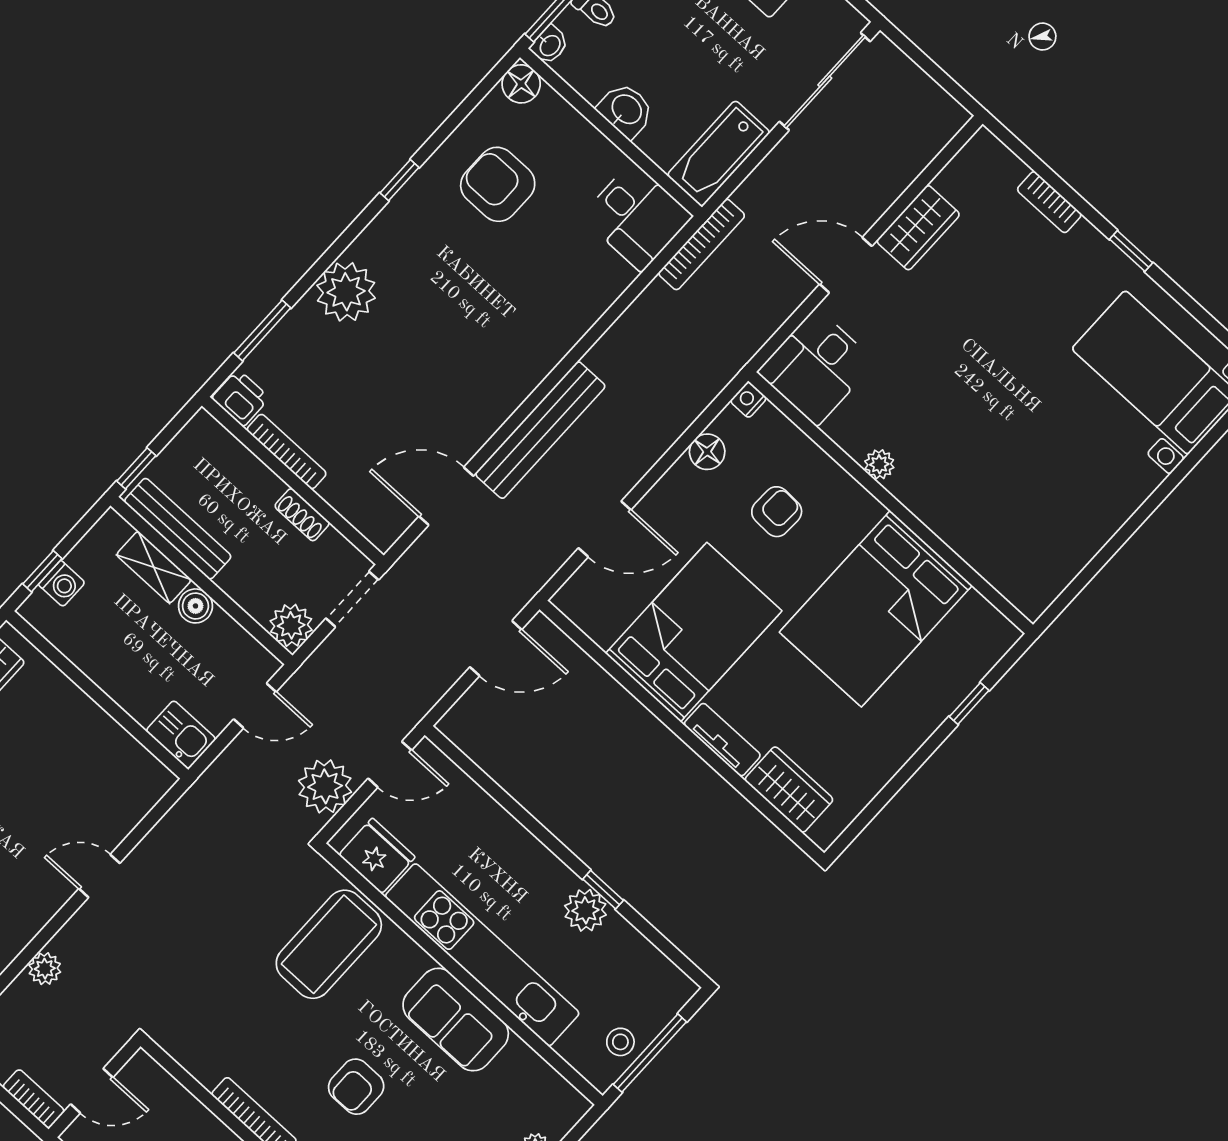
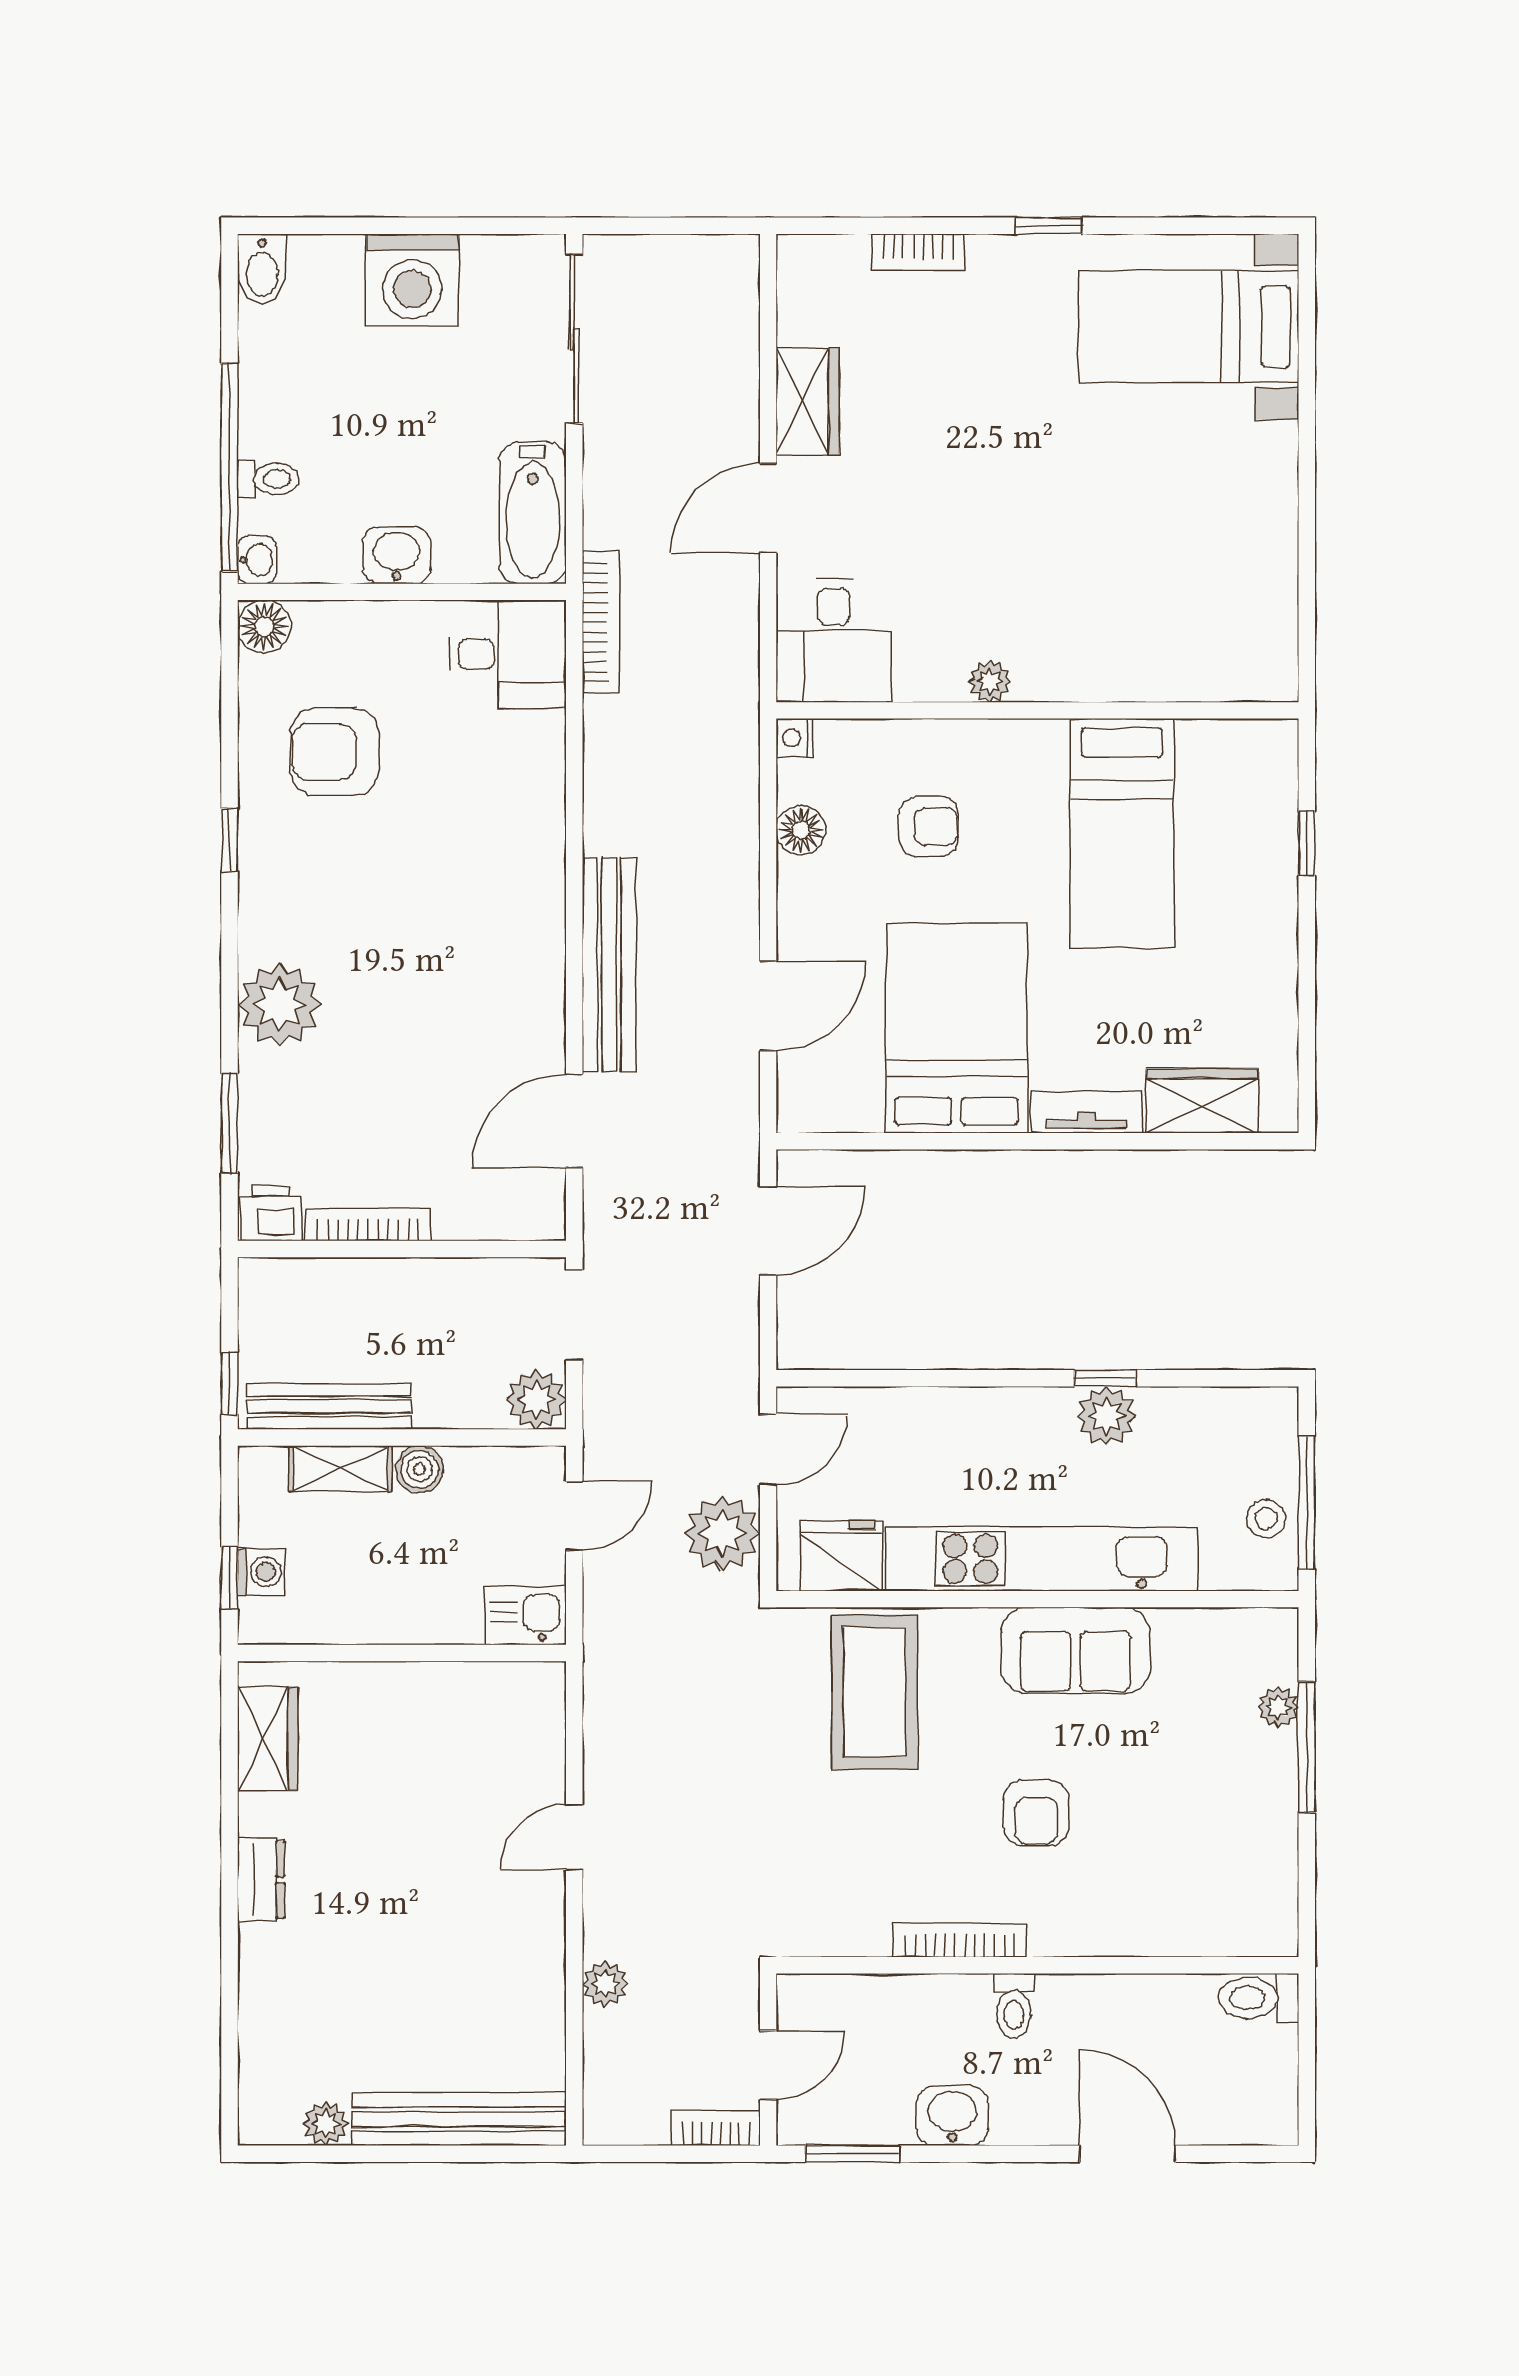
armchair: (777, 512) -> (929, 827), turned 88
shoe rack: (302, 515) -> (443, 1275), removed
bed: (876, 609) -> (1122, 833), width x0.67

